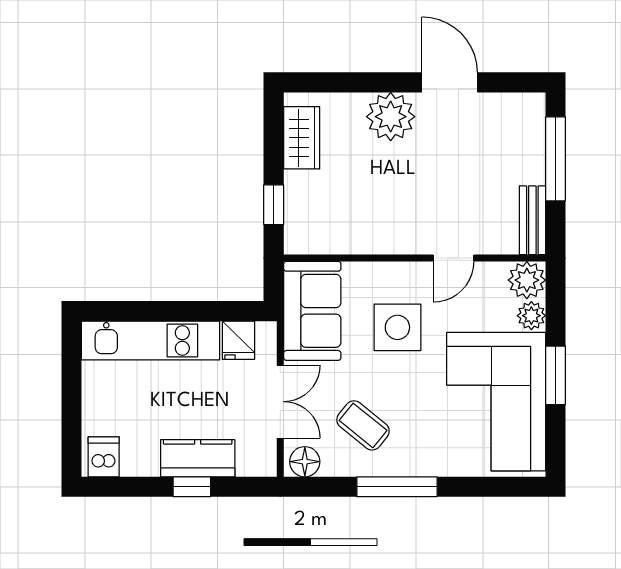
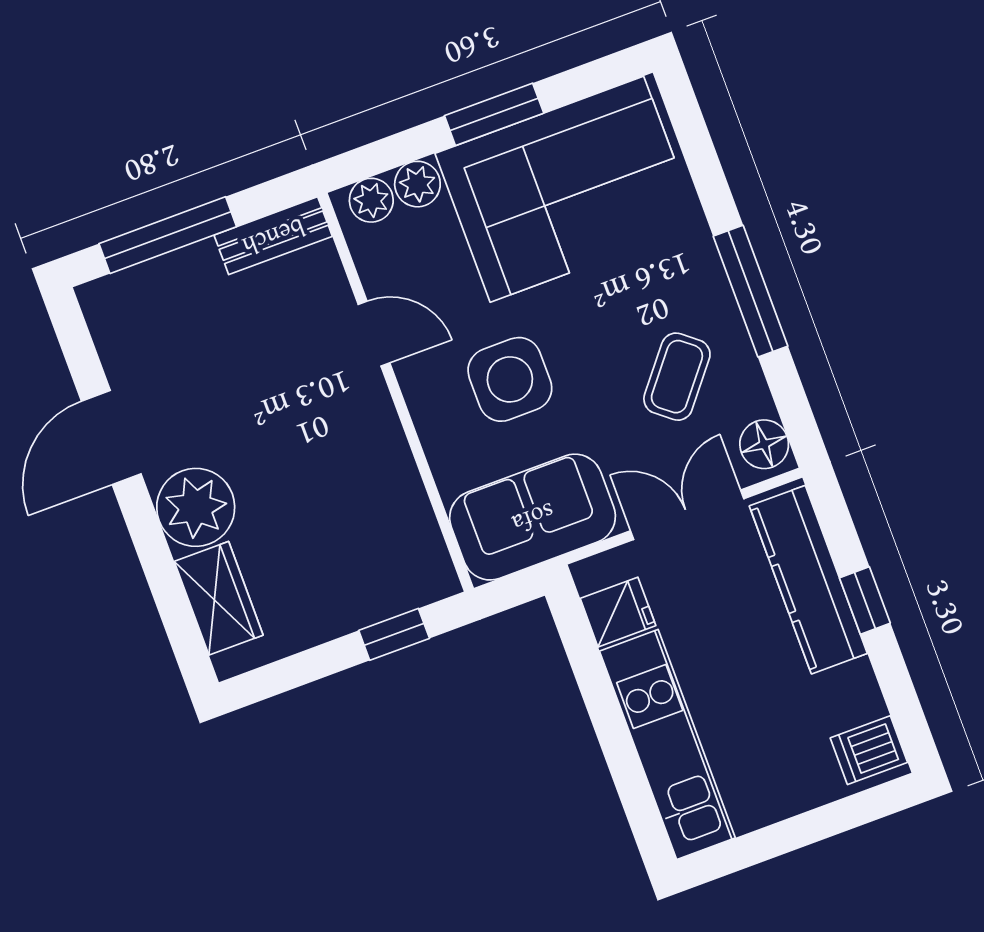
wardrobe: (302, 138) -> (219, 598), moved, turned 90
plant: (527, 280) -> (371, 200), width x0.73, depth x0.73
kitchen counter: (198, 458) -> (808, 580), width x1.50

